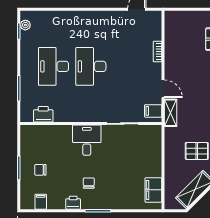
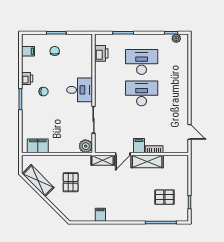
shelving: (172, 60) -> (147, 161), added
filing cabinet: (153, 111) -> (139, 146), moved
plant: (154, 133) -> (86, 146), added

